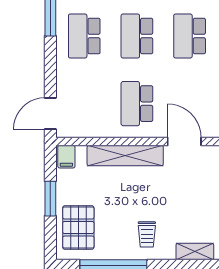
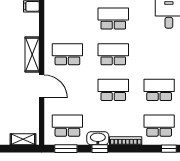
door: (184, 142) -> (42, 86), hinge flipped
shelving: (125, 156) -> (32, 54), width x0.68

